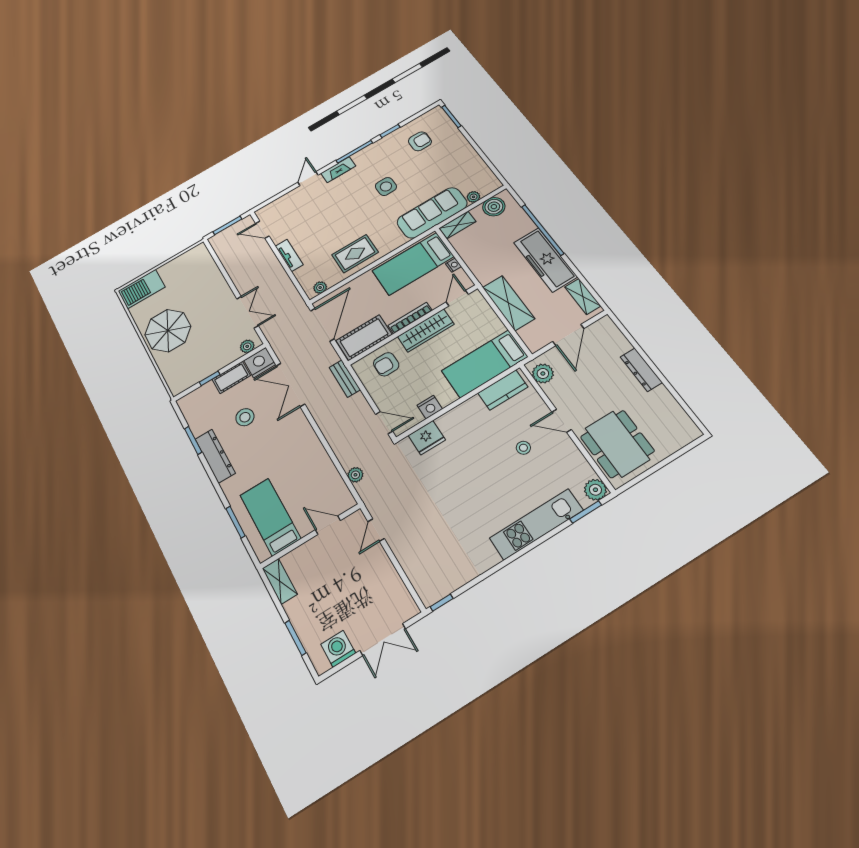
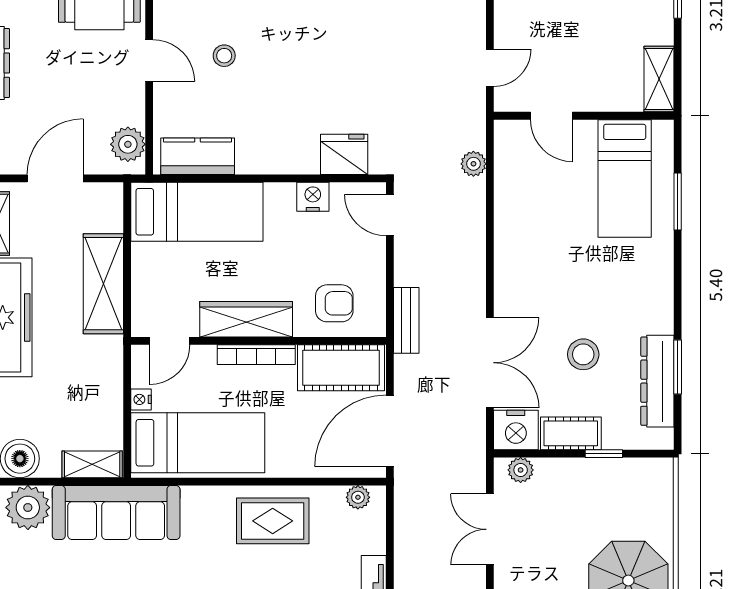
plant: (473, 197) -> (28, 508), width x1.87, depth x1.87
dresser: (215, 456) -> (657, 381), moved

